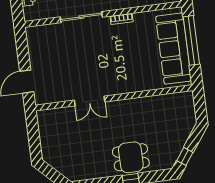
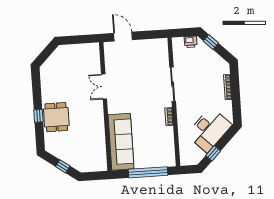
sofa: (174, 49) -> (121, 142), moved, turned 90
window: (185, 156) -> (63, 166), moved

